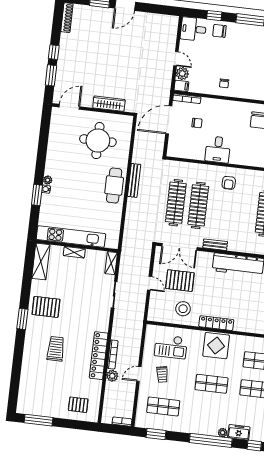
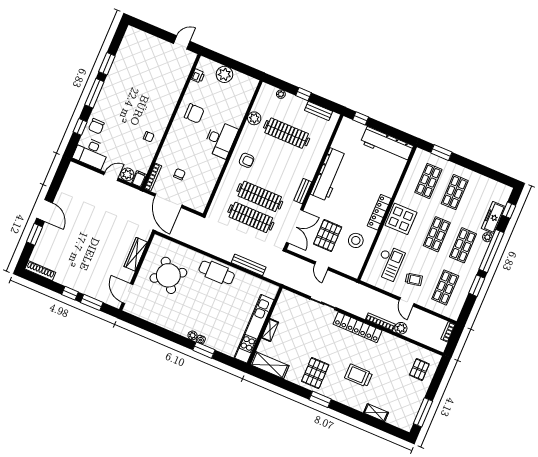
desk: (193, 29) -> (91, 153), width x1.37
round table: (98, 141) -> (168, 275), turned -34
desk: (218, 150) -> (220, 139), moved, width x1.37
bench: (134, 180) -> (249, 265), moved
shelving: (111, 263) -> (376, 413), moved
door: (150, 283) -> (322, 266), swing flipped
locker: (99, 356) -> (358, 327), moved
shop shelf: (208, 412) -> (463, 245), added
freezer: (239, 432) -> (493, 217), width x1.40
window: (156, 434) -> (477, 286), moved

